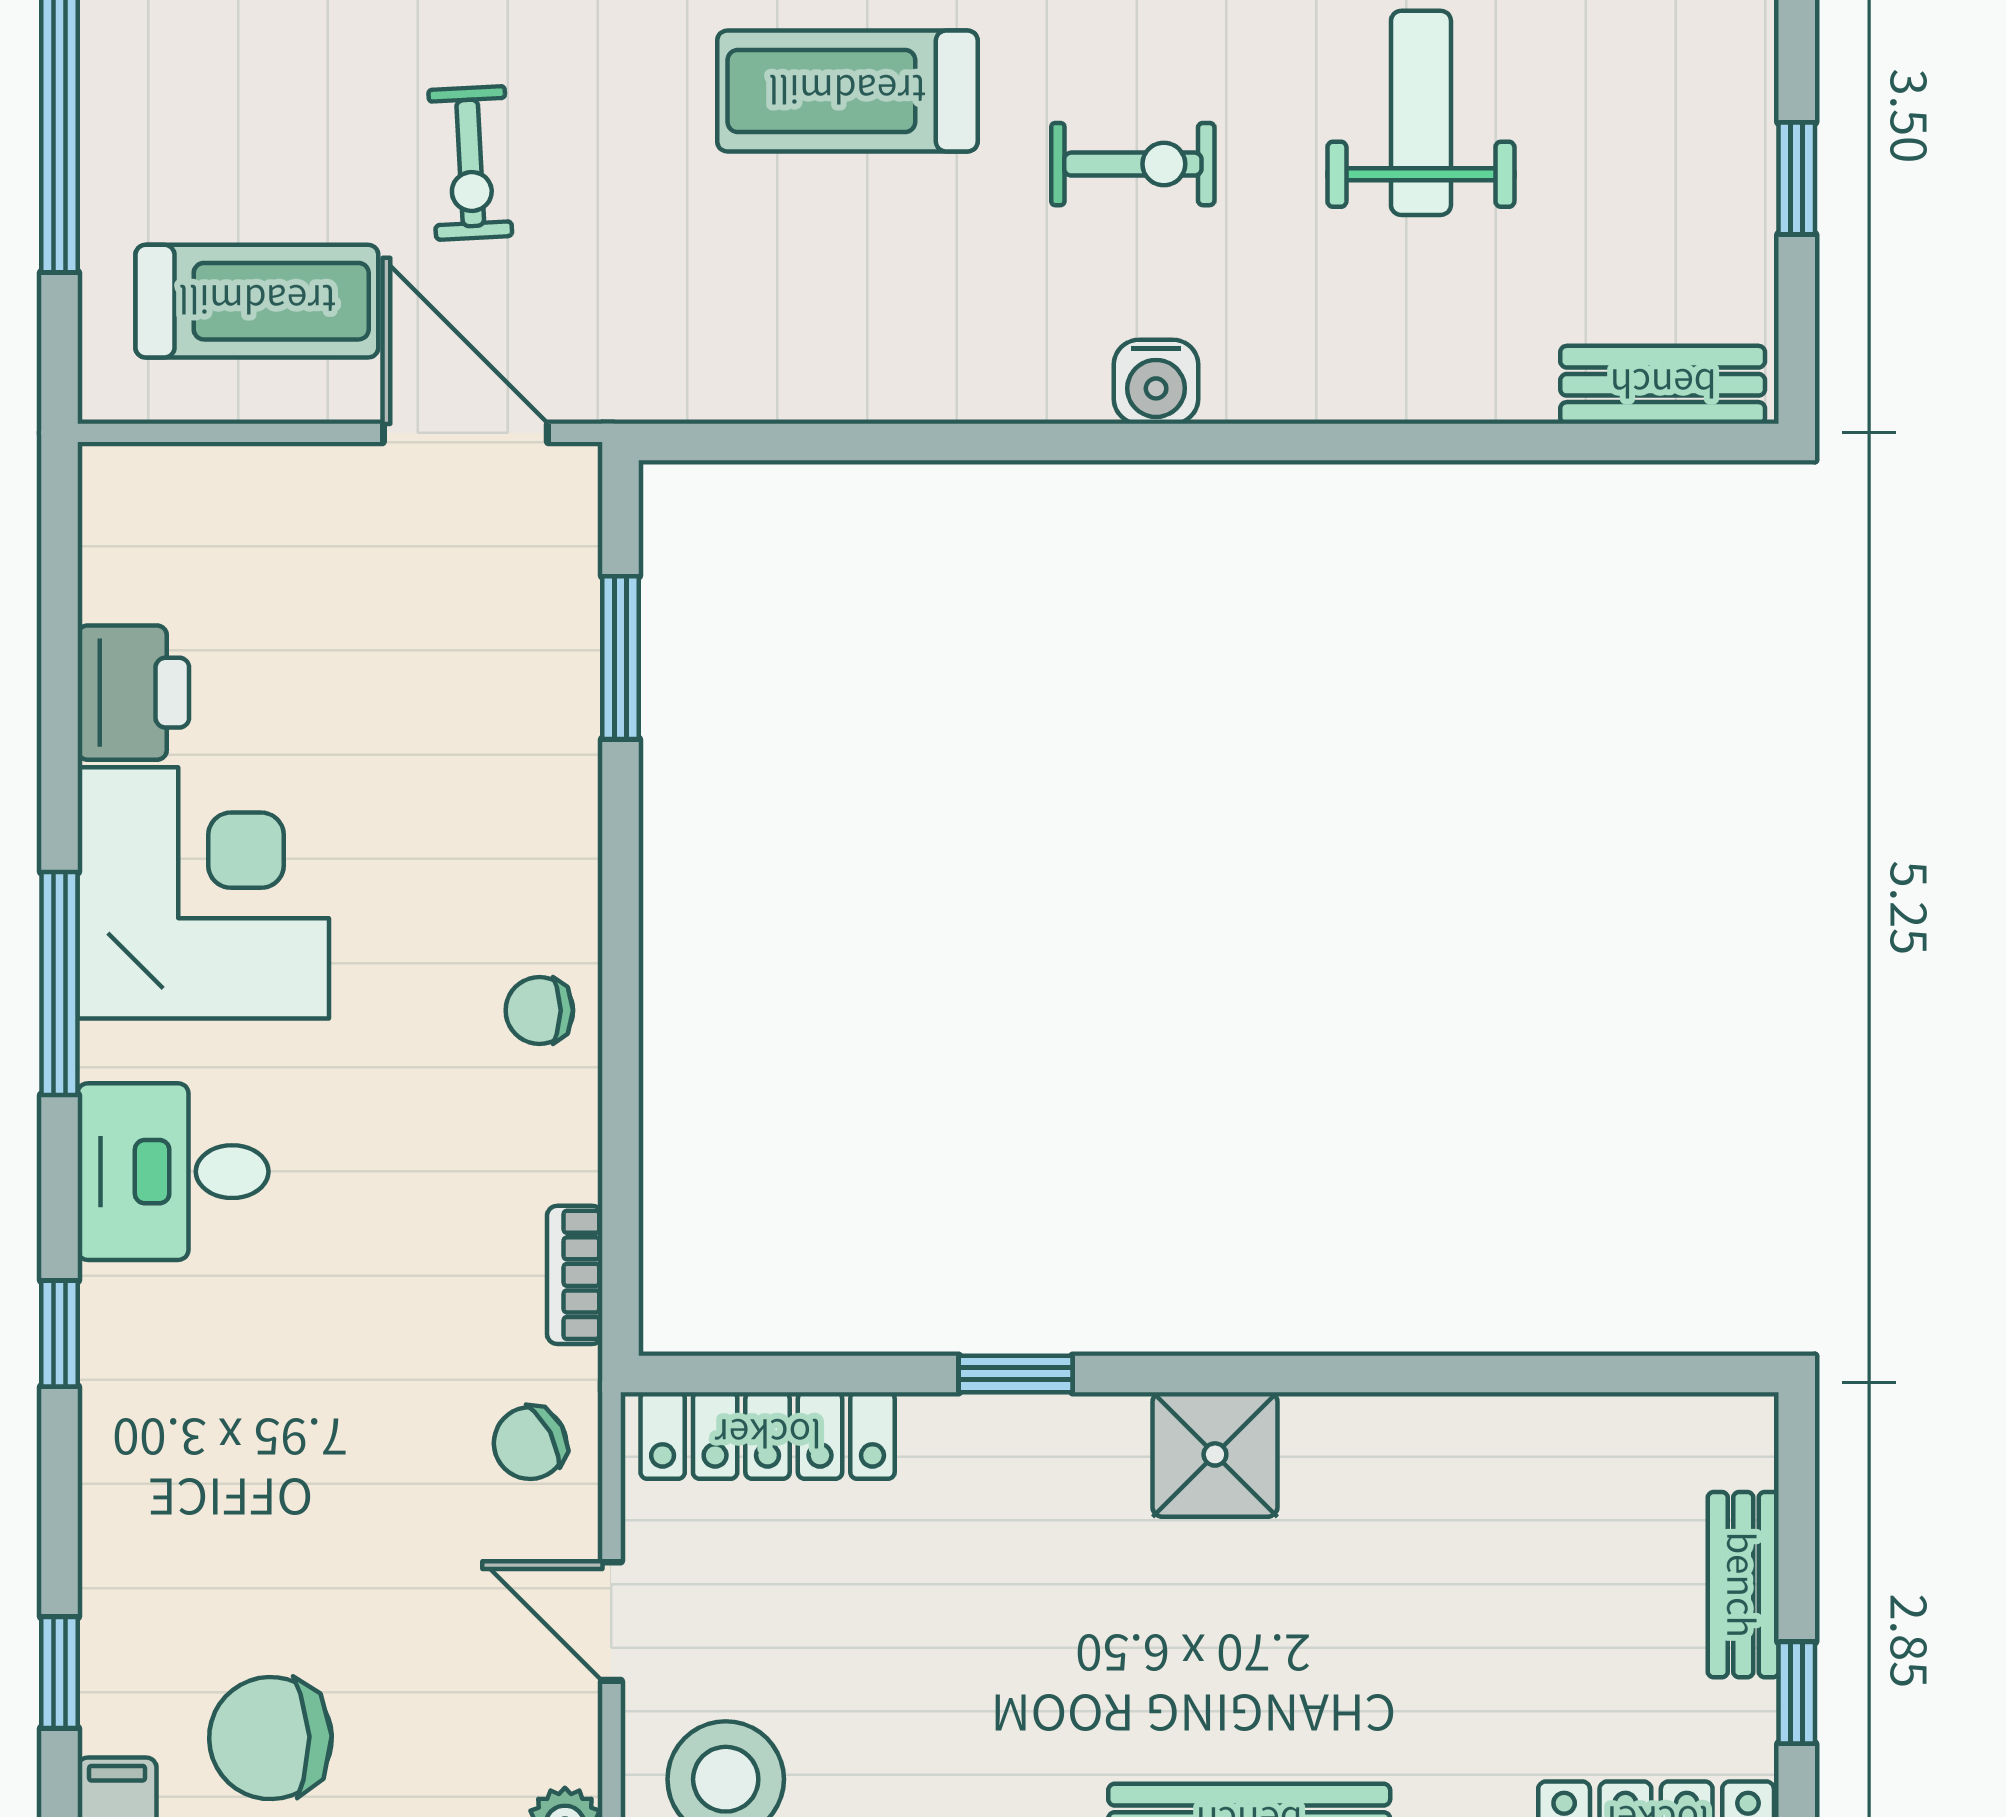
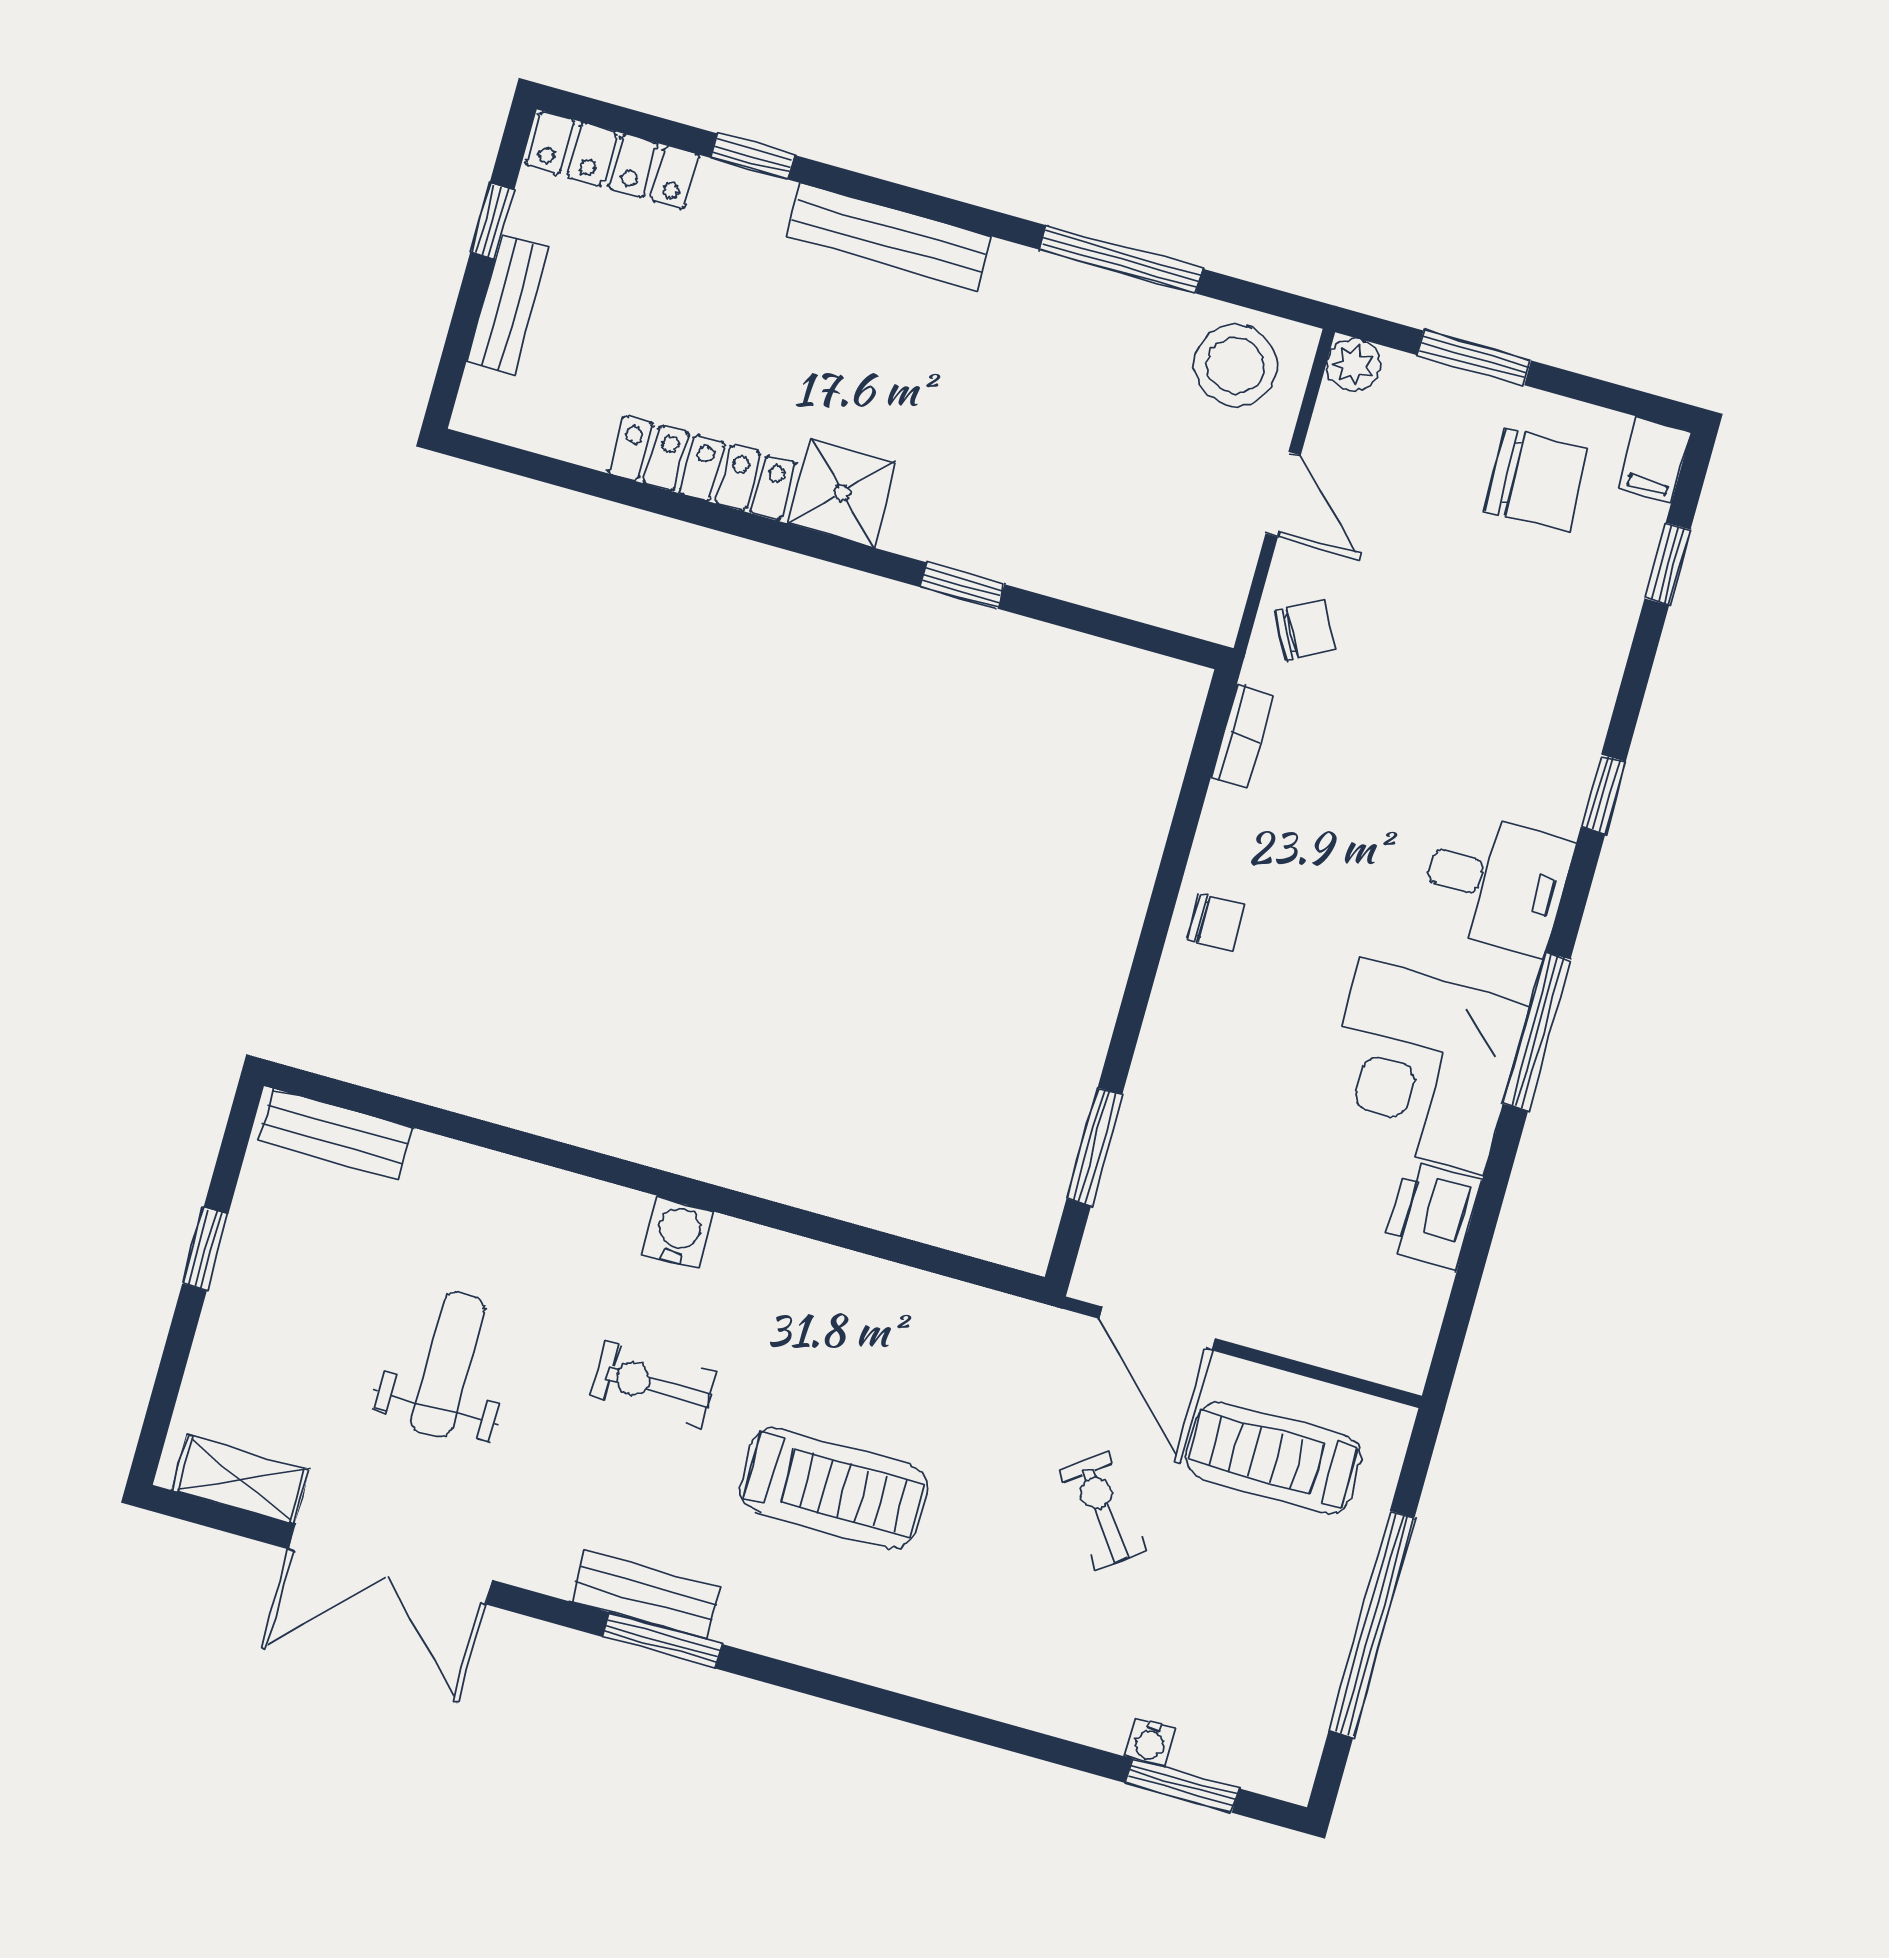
weight bench: (1421, 113) -> (448, 1365), turned 180
exercise bike: (470, 163) -> (1103, 1511), turned -33
locker: (768, 1435) -> (702, 468), moved

